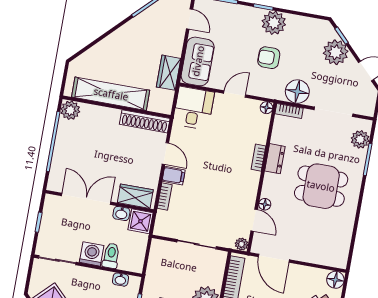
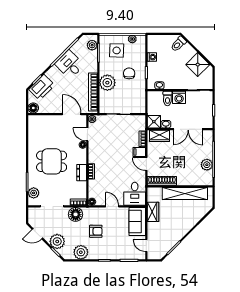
plant: (274, 23) -> (81, 252), moved
door: (235, 94) -> (112, 206), swing flipped
plant: (70, 110) -> (207, 165), moved

